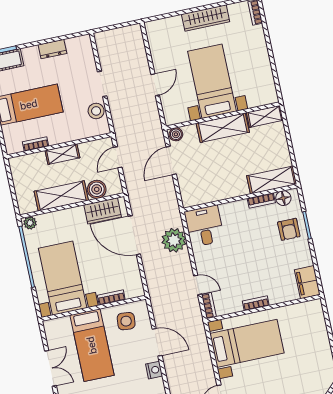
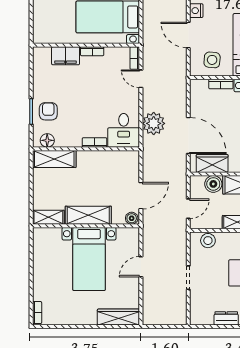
wardrobe: (206, 18) -> (118, 317), moved
stool: (96, 111) -> (208, 241), moved
bookcase: (261, 201) -> (95, 142), moved
filing cabinet: (307, 282) -> (66, 56), moved, turned 90

